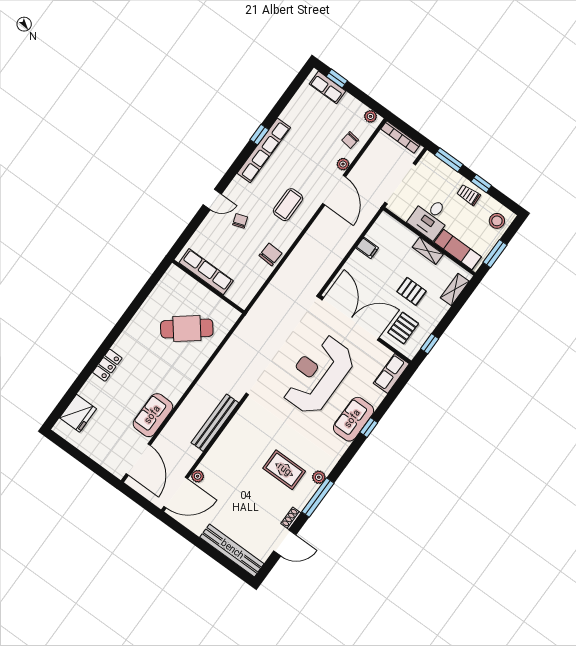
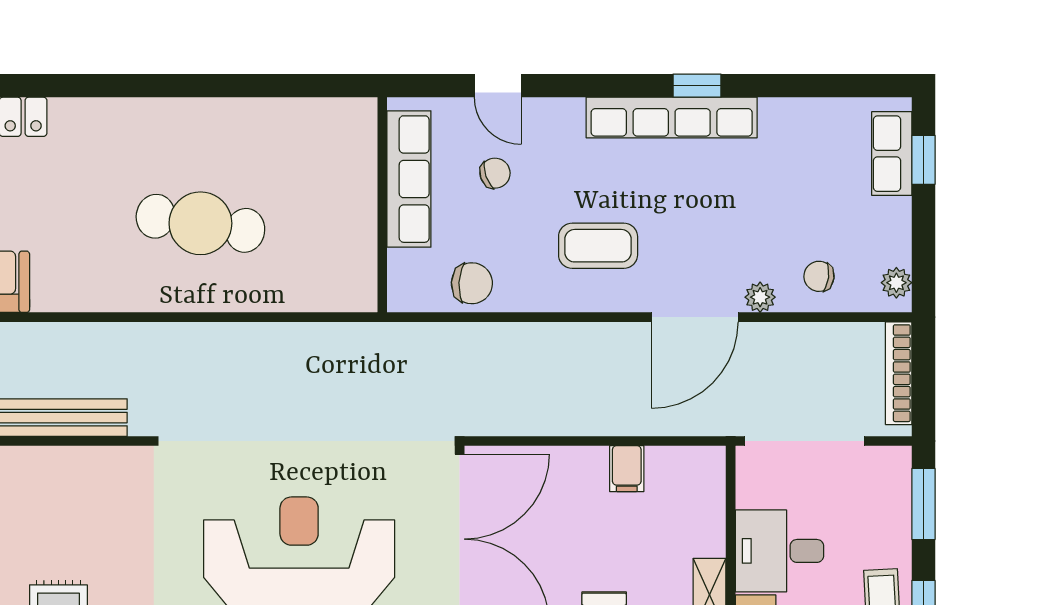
row of seats: (206, 272) -> (409, 179), moved
wall: (208, 286) -> (382, 205), moved
cafe table: (187, 329) -> (200, 223), turned -43

